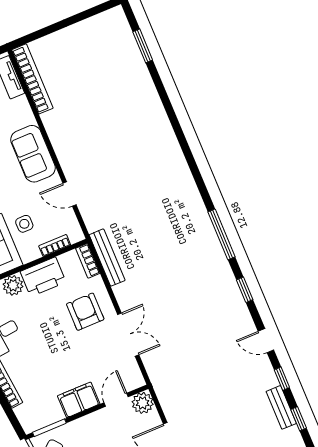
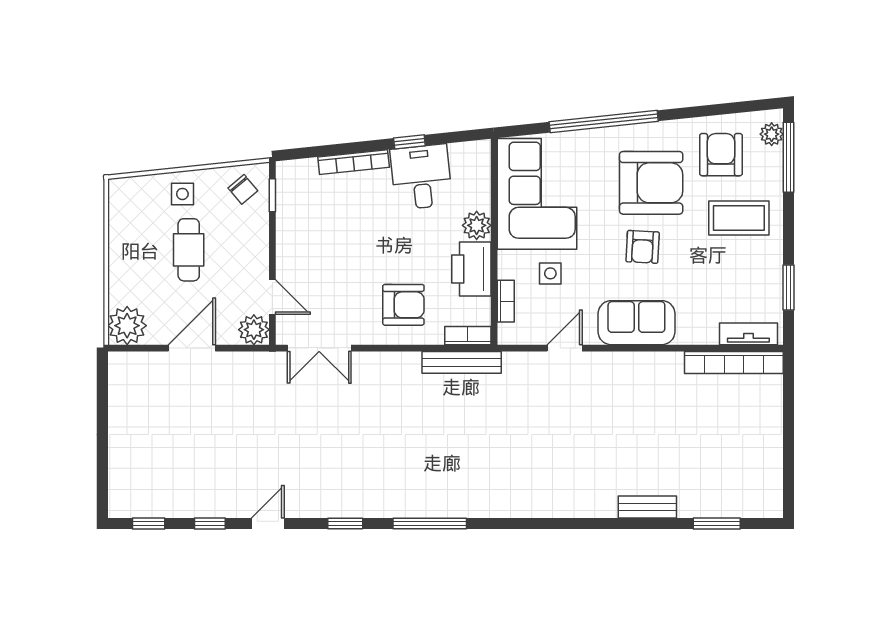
double door: (128, 335) -> (319, 348), moved
filing cabinet: (79, 400) -> (293, 248), removed
bench: (281, 407) -> (647, 507), moved
window: (49, 428) -> (272, 195), width x0.67

